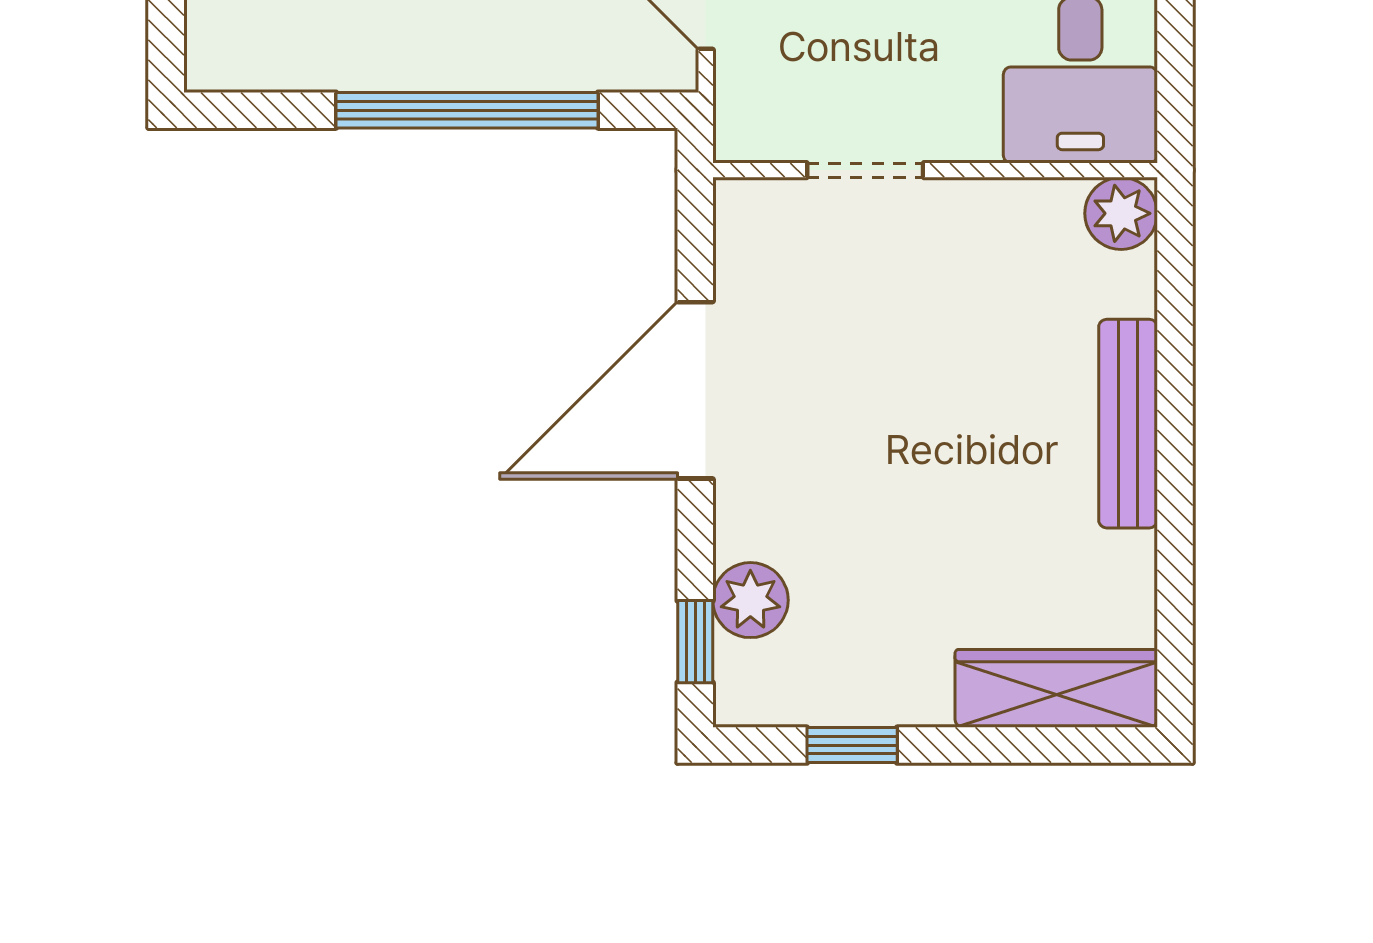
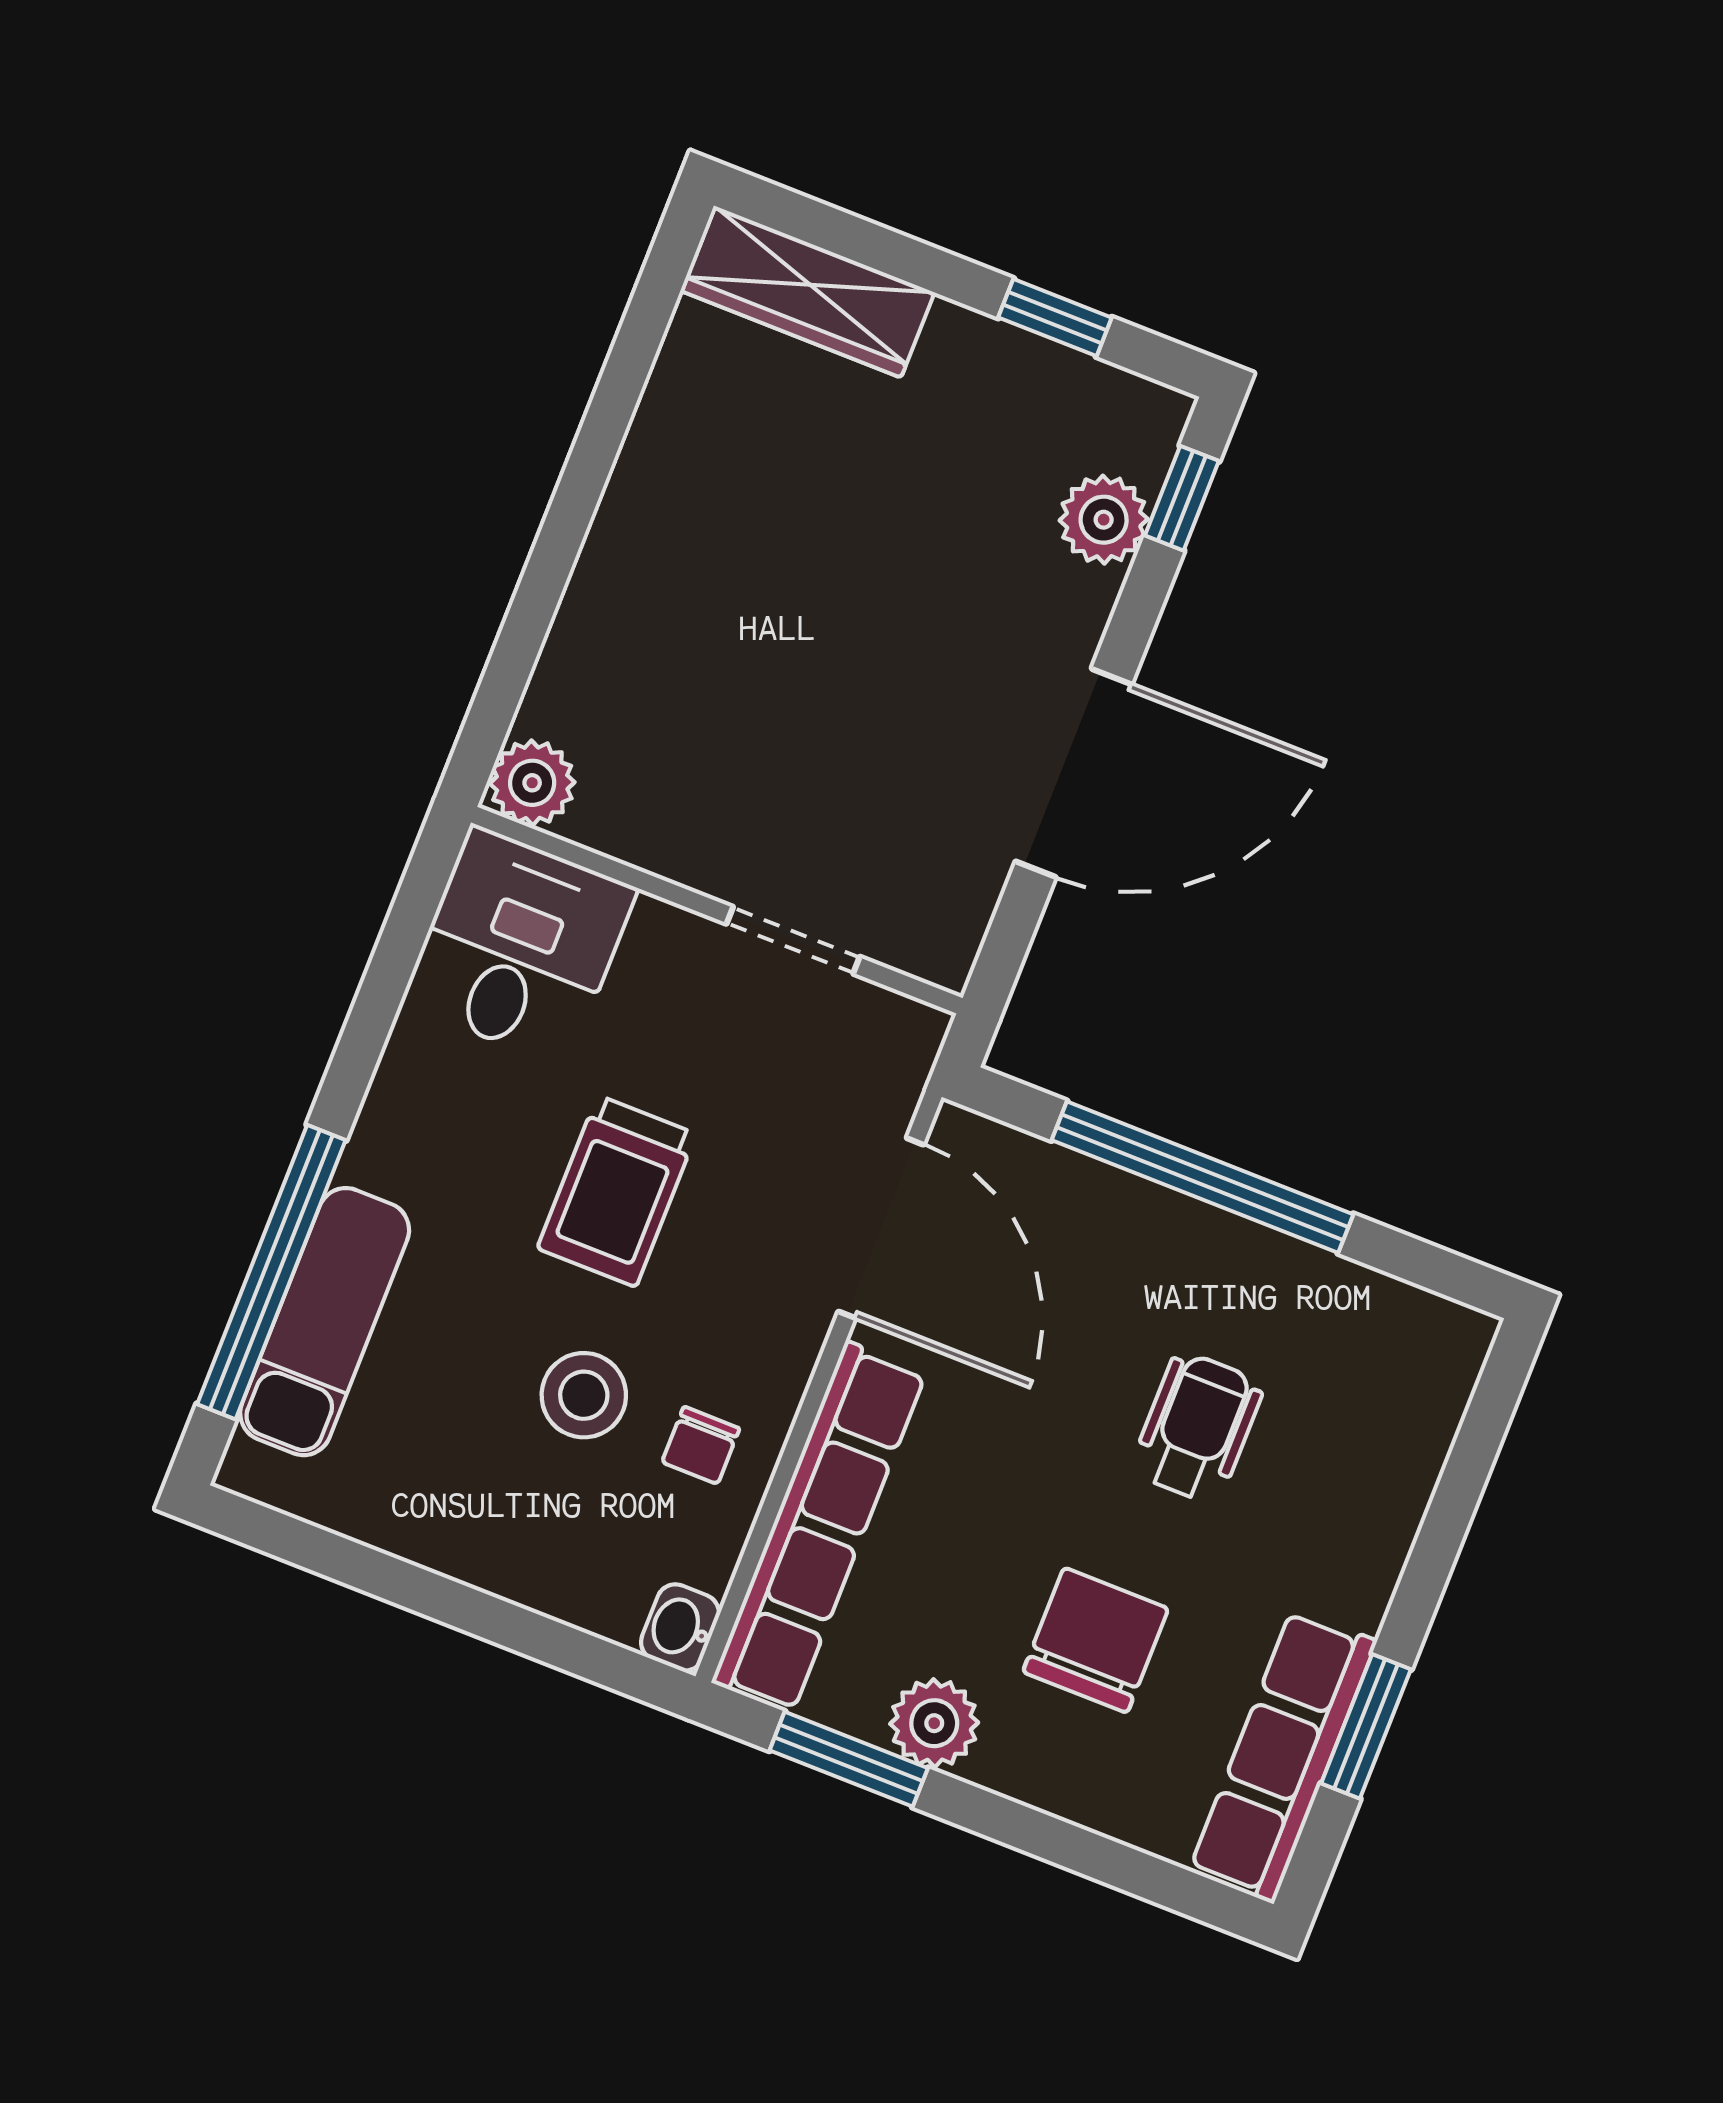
bench: (1128, 424) -> (615, 550), removed

